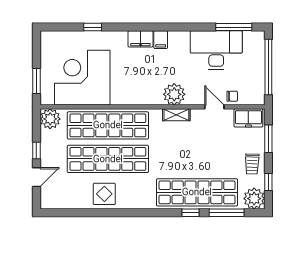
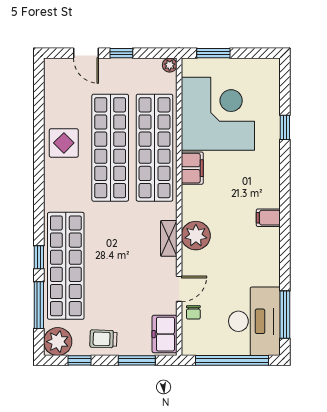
filing cabinet: (140, 39) -> (192, 168), moved, turned 180
desk: (216, 50) -> (254, 321), moved
plant: (50, 119) -> (170, 65), width x0.53, depth x0.53

